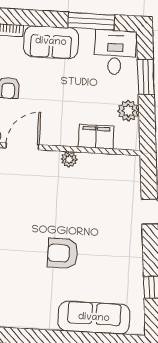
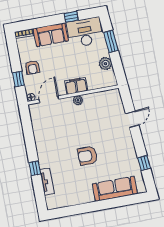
window: (91, 21) -> (71, 17), width x0.46
desk: (115, 52) -> (85, 32), width x1.37
filing cabinet: (96, 137) -> (76, 86), moved

